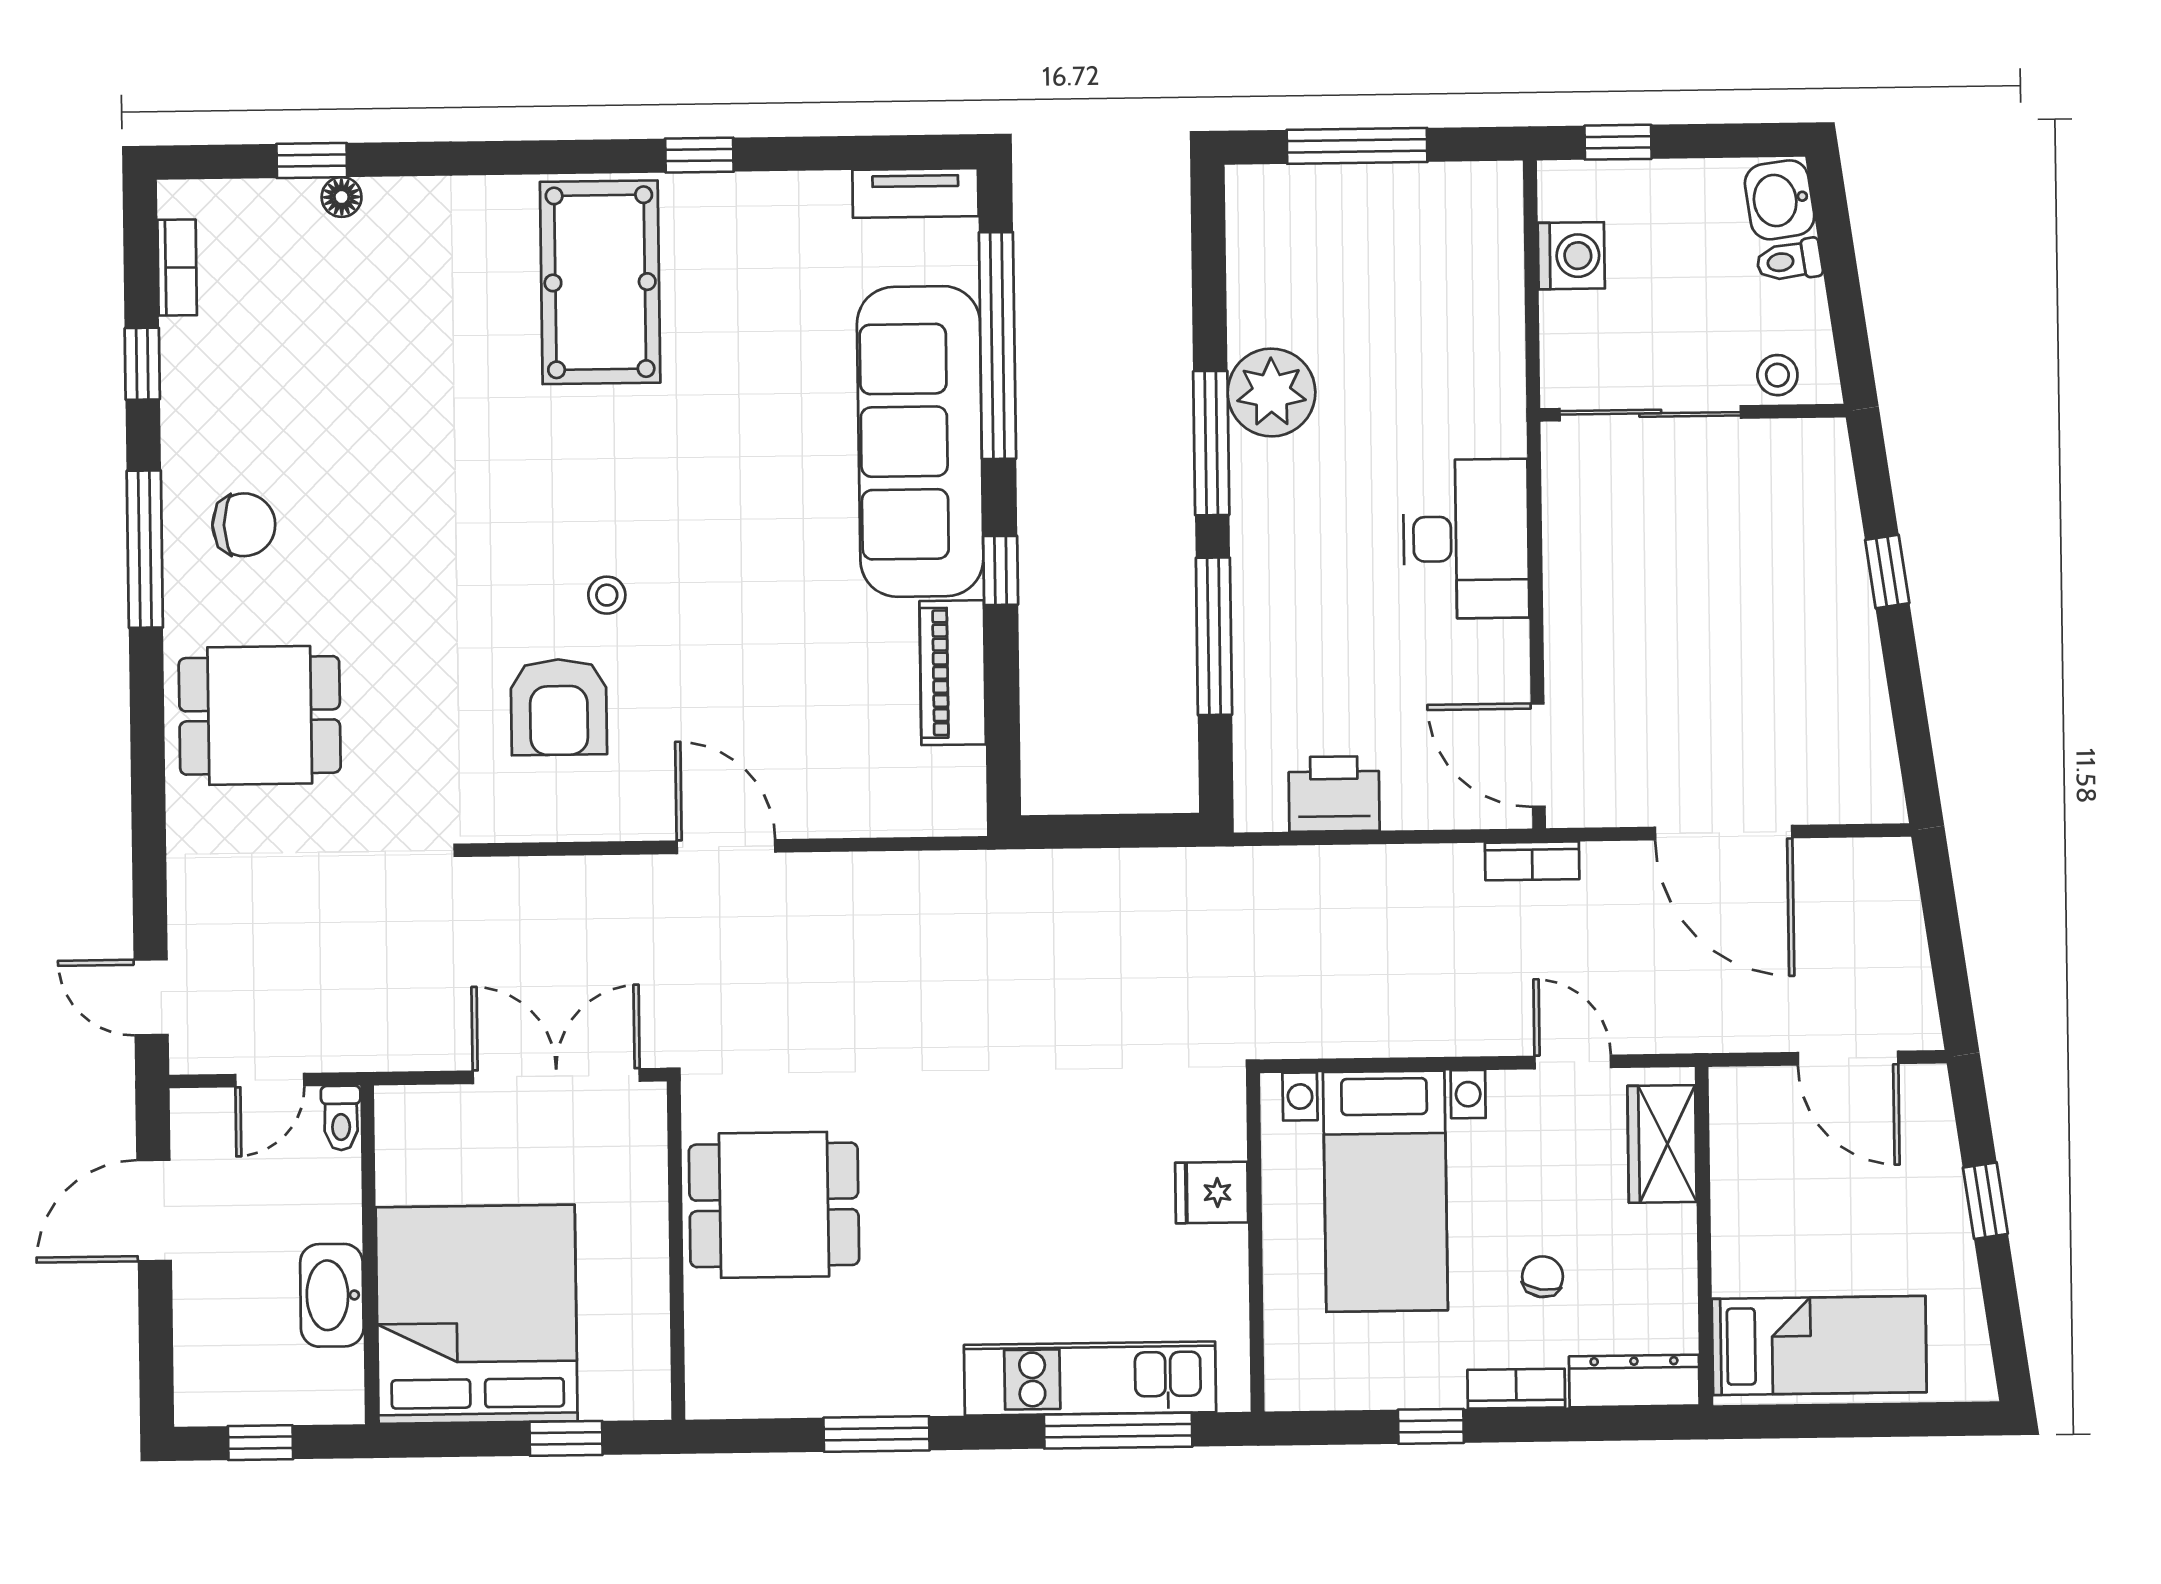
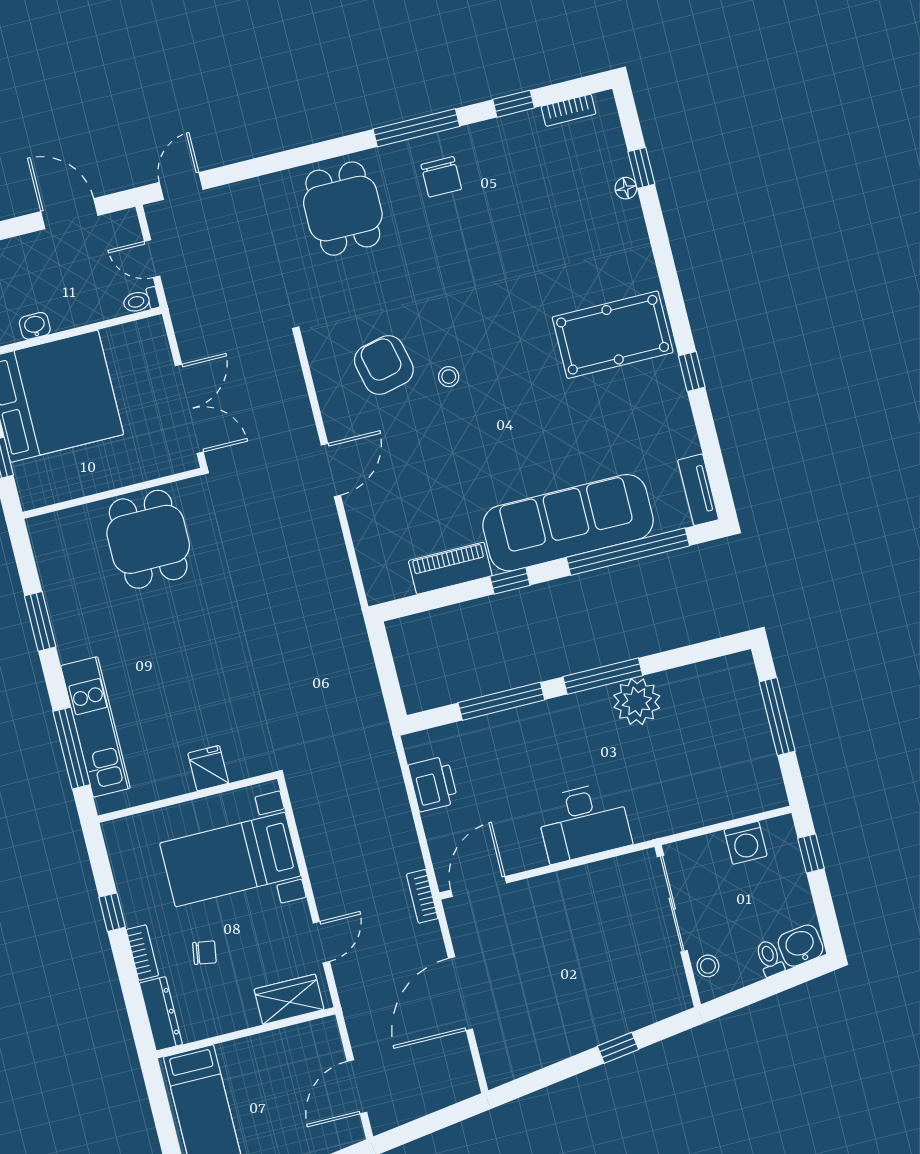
armchair: (559, 707) -> (384, 365), turned 77
washbasin: (332, 1295) -> (35, 326), width x0.52, depth x0.69

